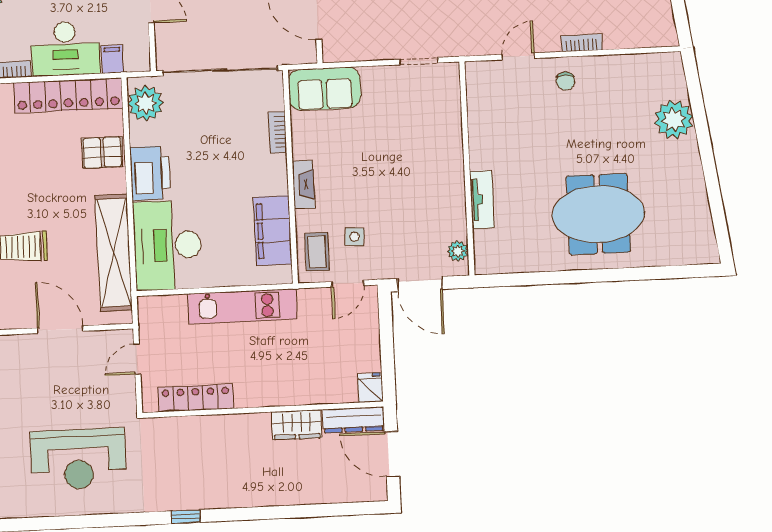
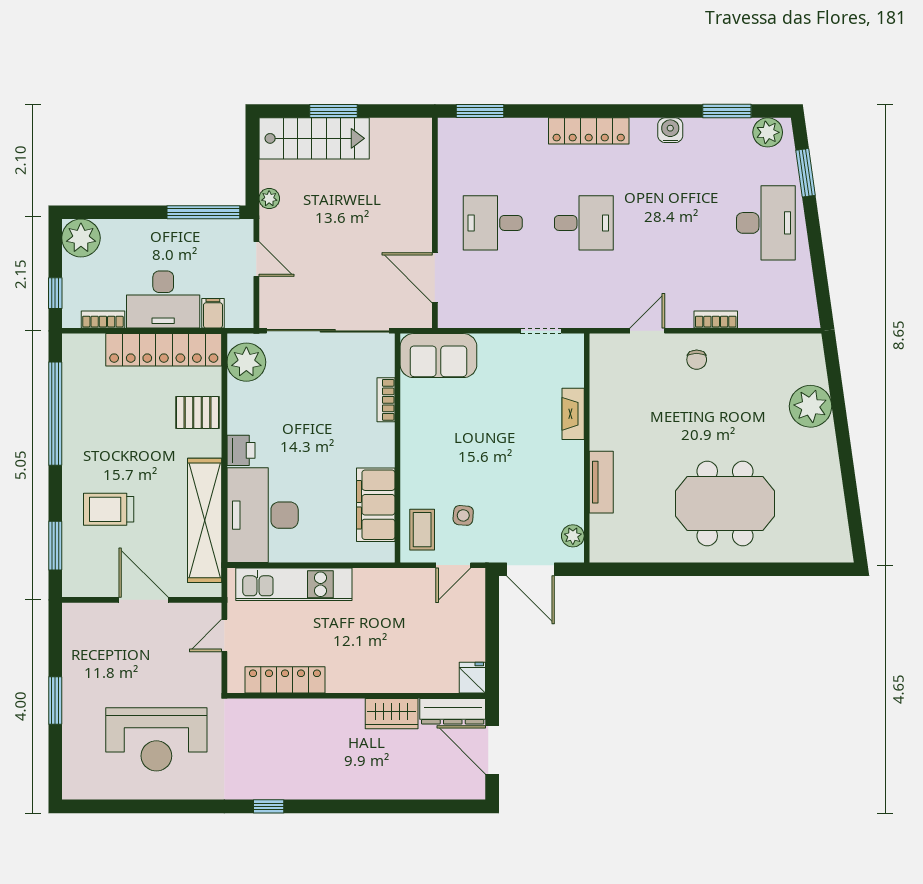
printer: (150, 173) -> (241, 450), width x0.53, depth x0.68
fireplace: (304, 185) -> (573, 414), moved, turned 180
kitchen unit: (242, 306) -> (294, 584), moved

